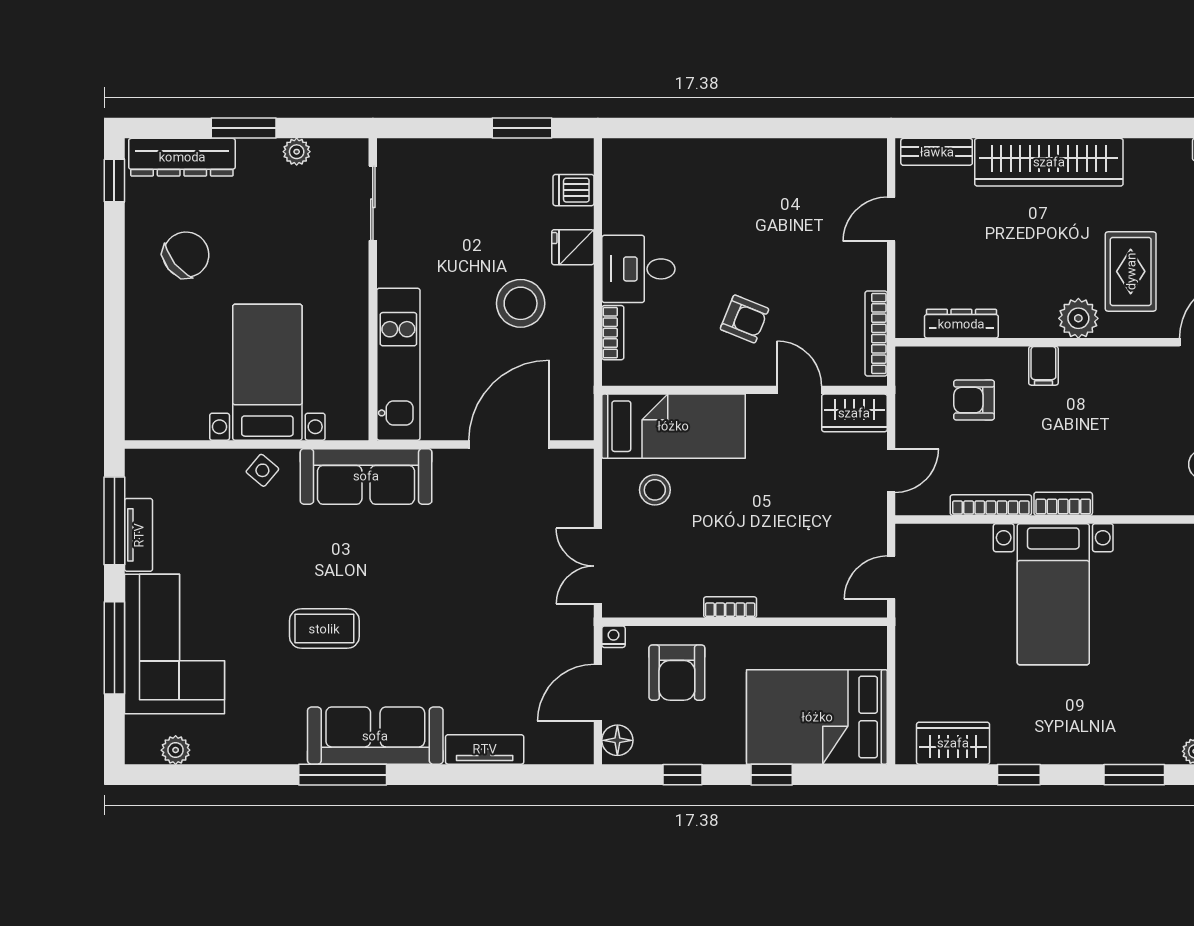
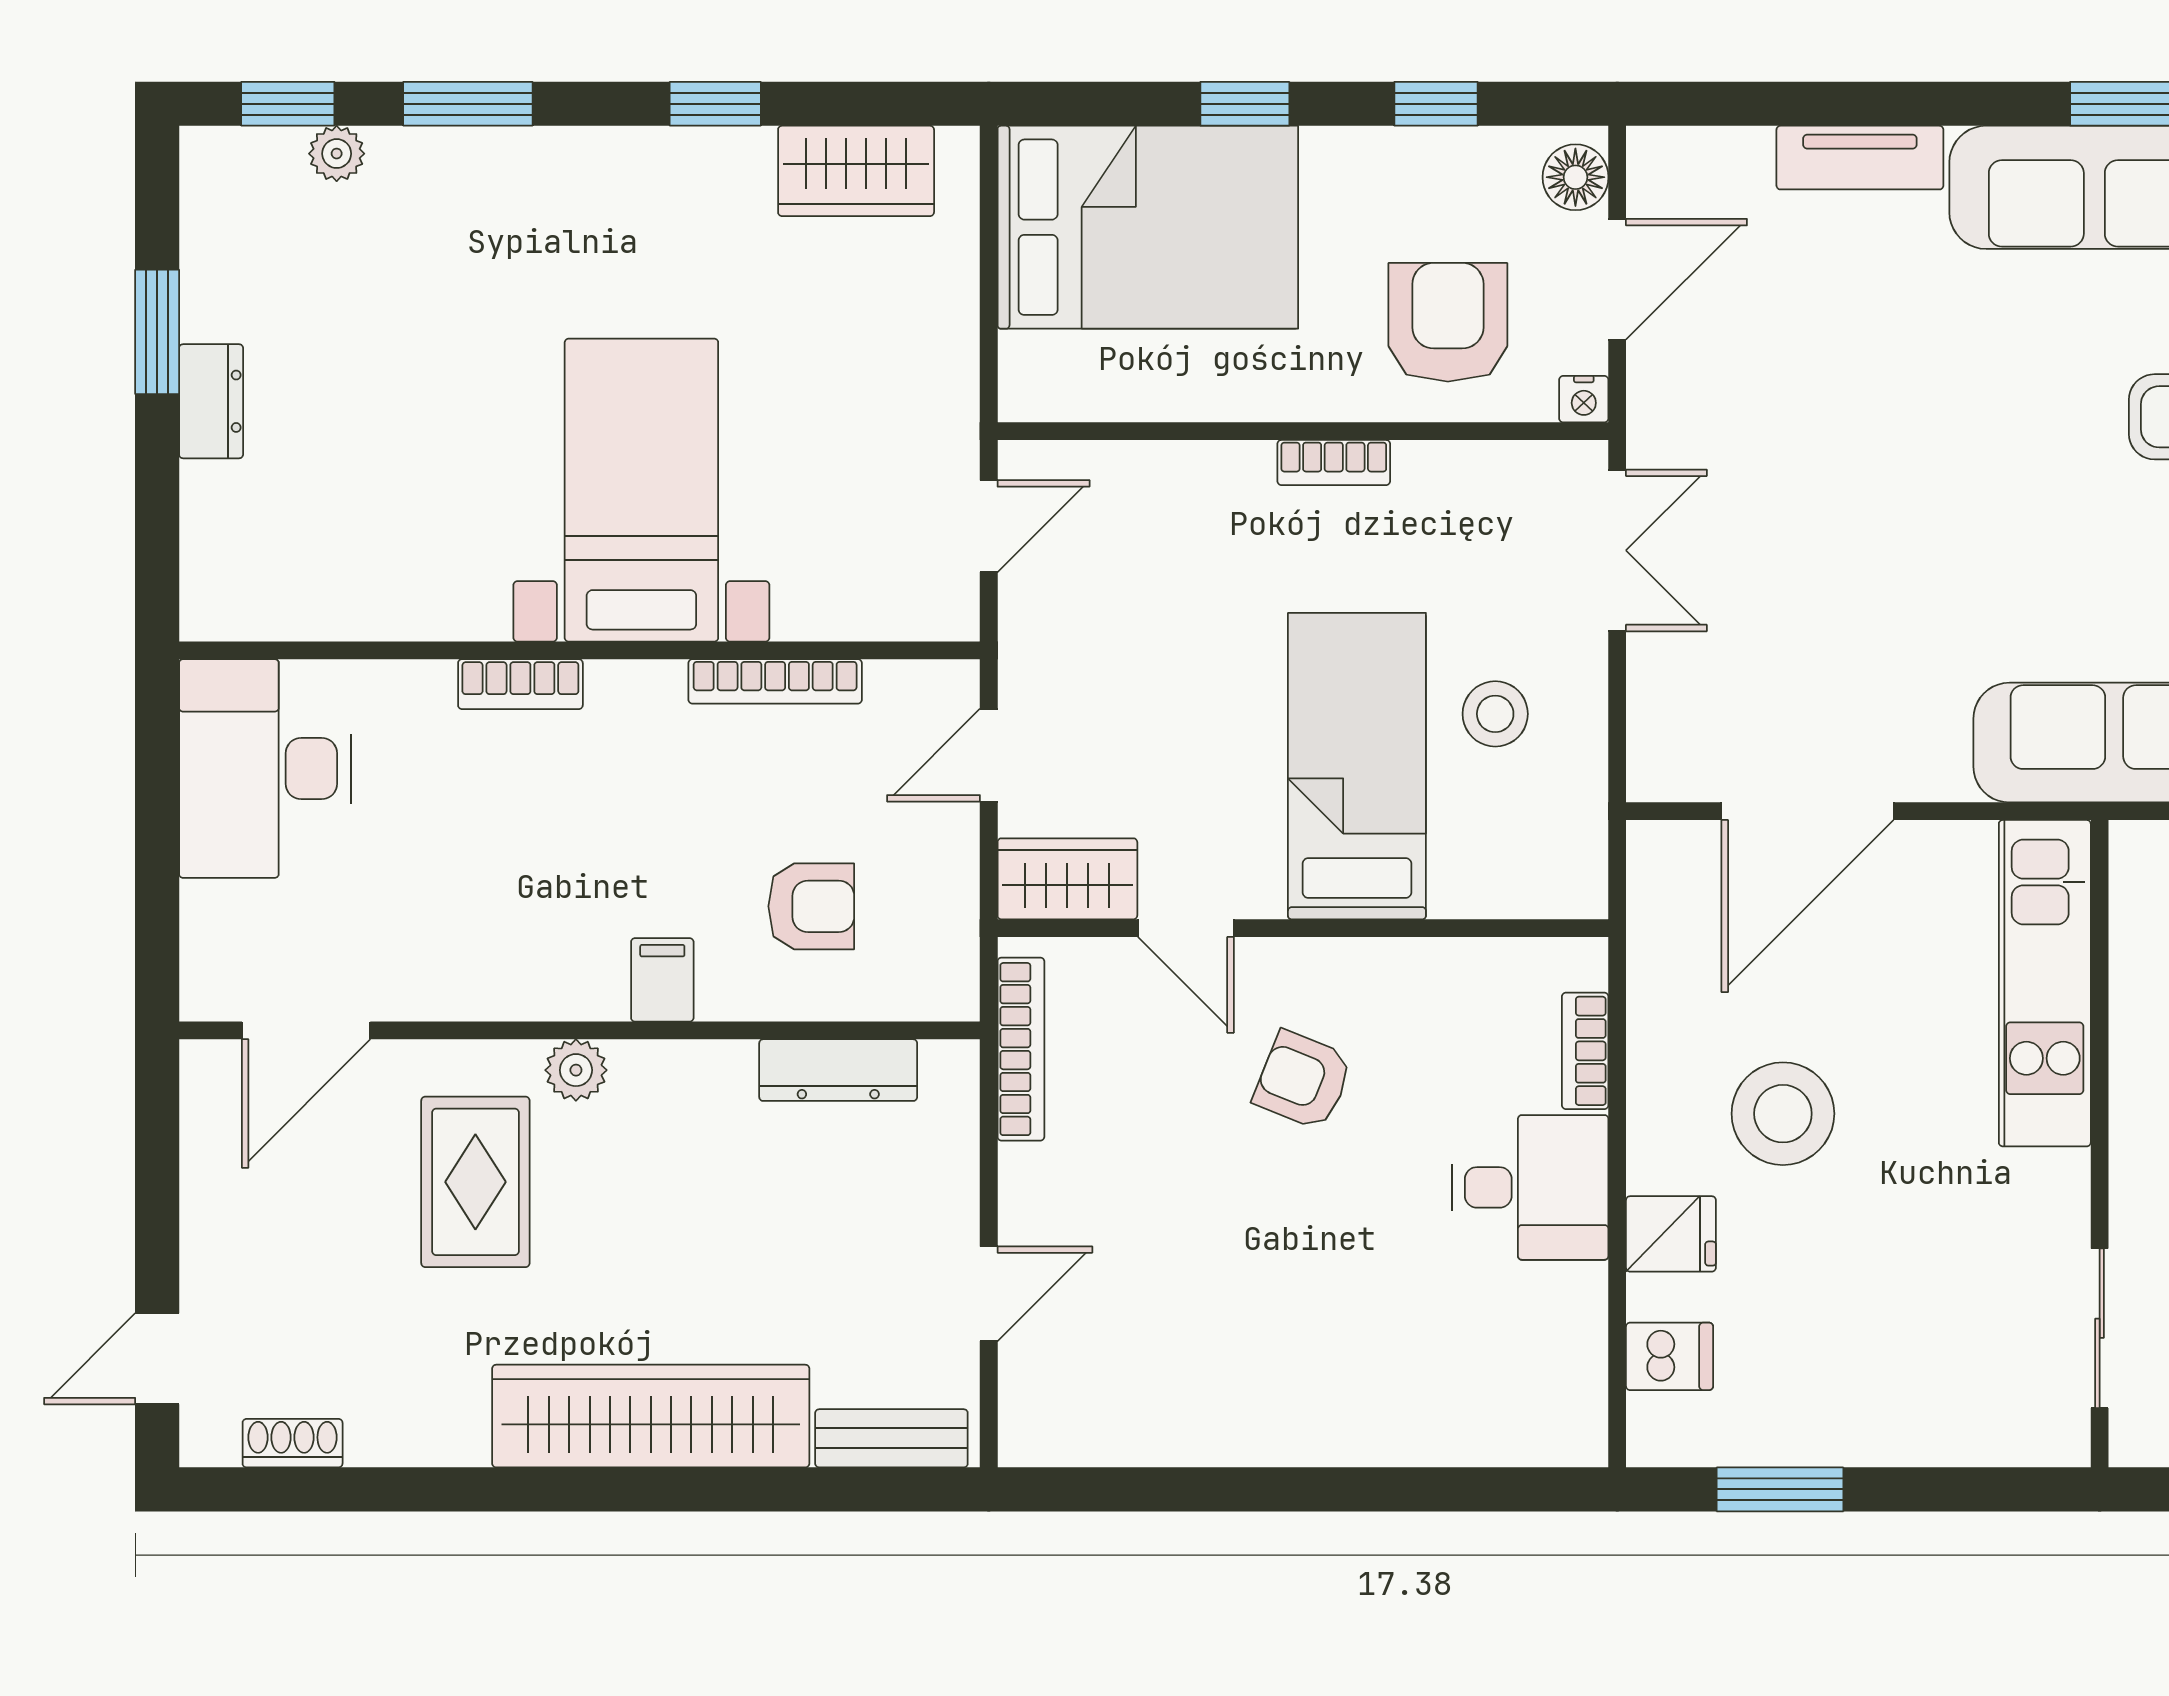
plant: (1078, 318) -> (576, 1070), width x0.73, depth x0.73
bed: (673, 426) -> (1357, 766), moved, turned 90
bookcase: (1063, 504) -> (520, 684), moved

